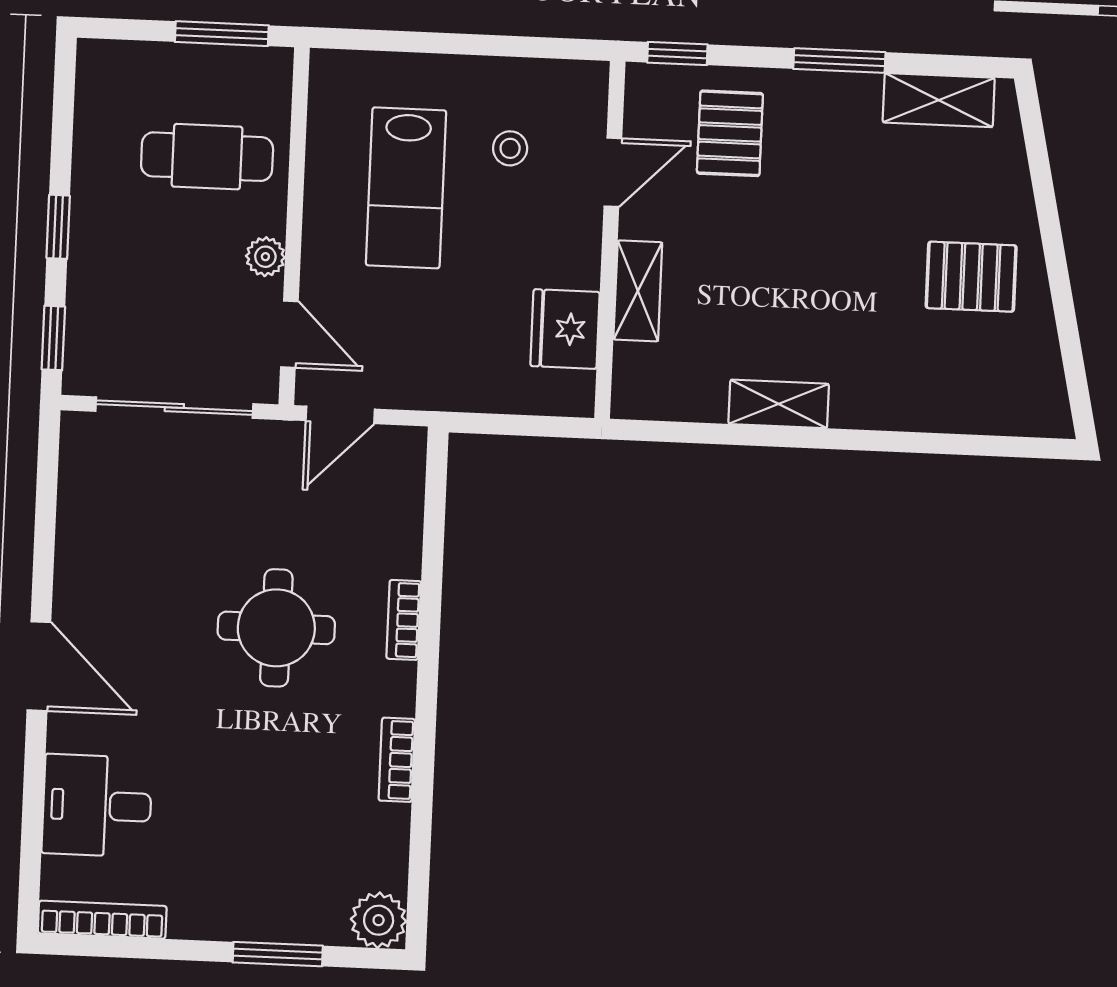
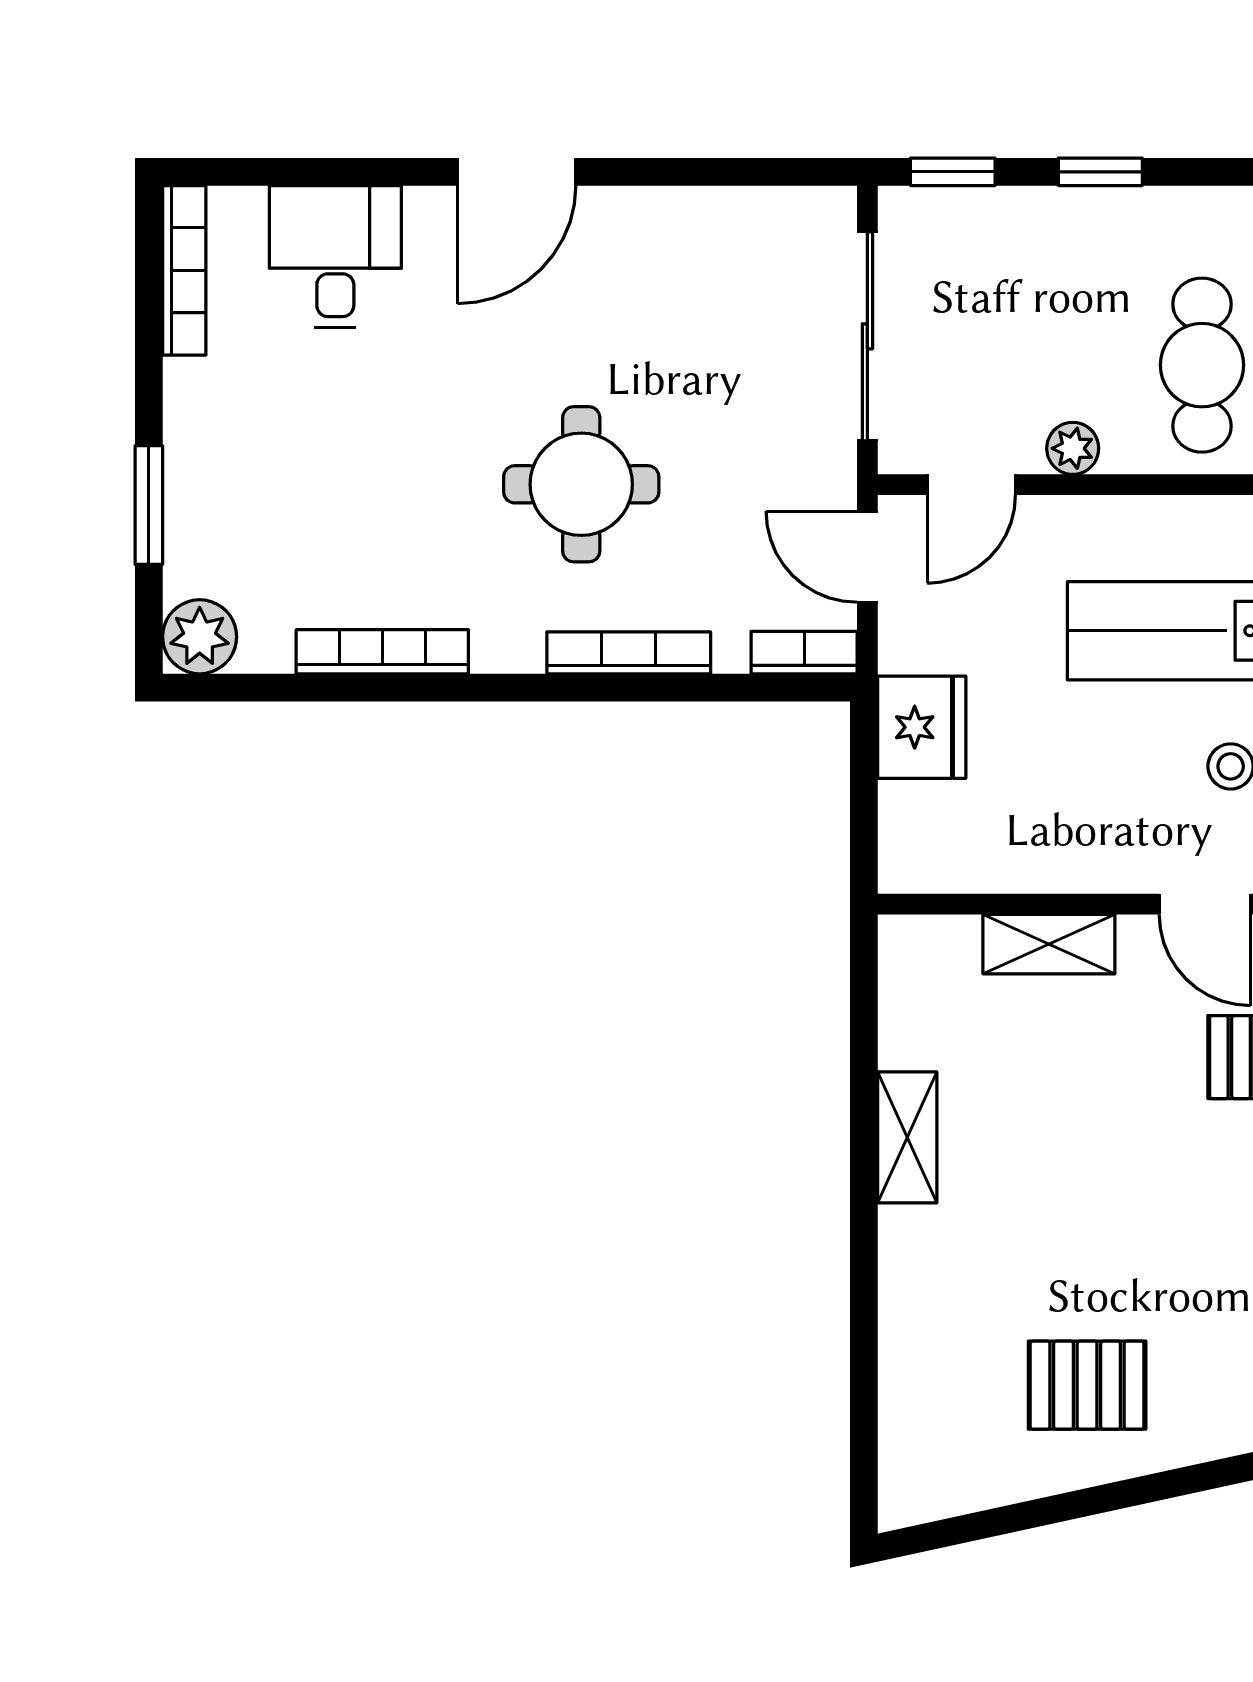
pallet: (971, 277) -> (1087, 1385), turned 90
fridge: (565, 329) -> (922, 727), moved, turned 90
bookcase: (410, 466) -> (804, 653), added
bookcase: (404, 620) -> (629, 653), width x1.56
bookcase: (397, 760) -> (382, 652), width x1.56

